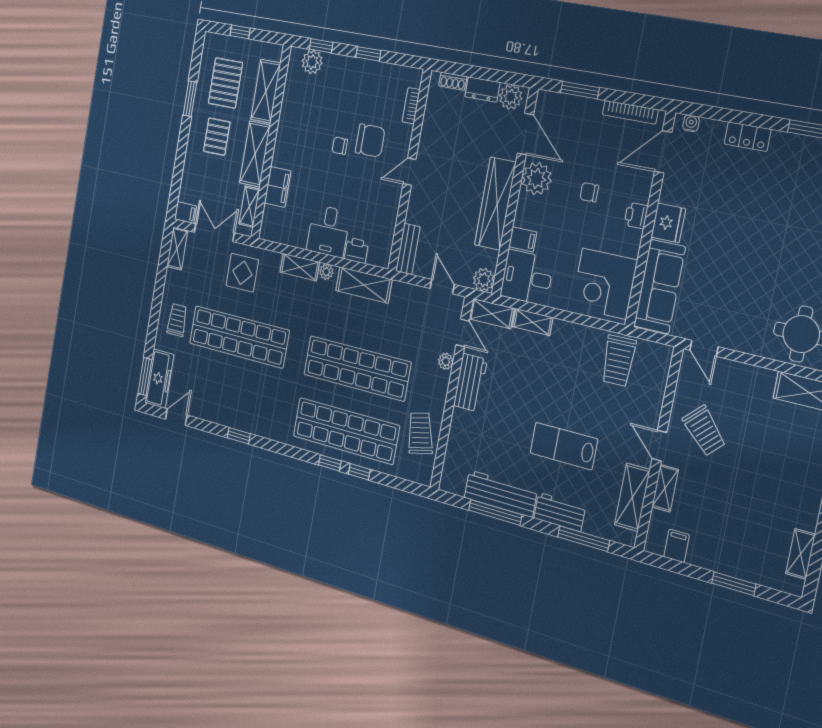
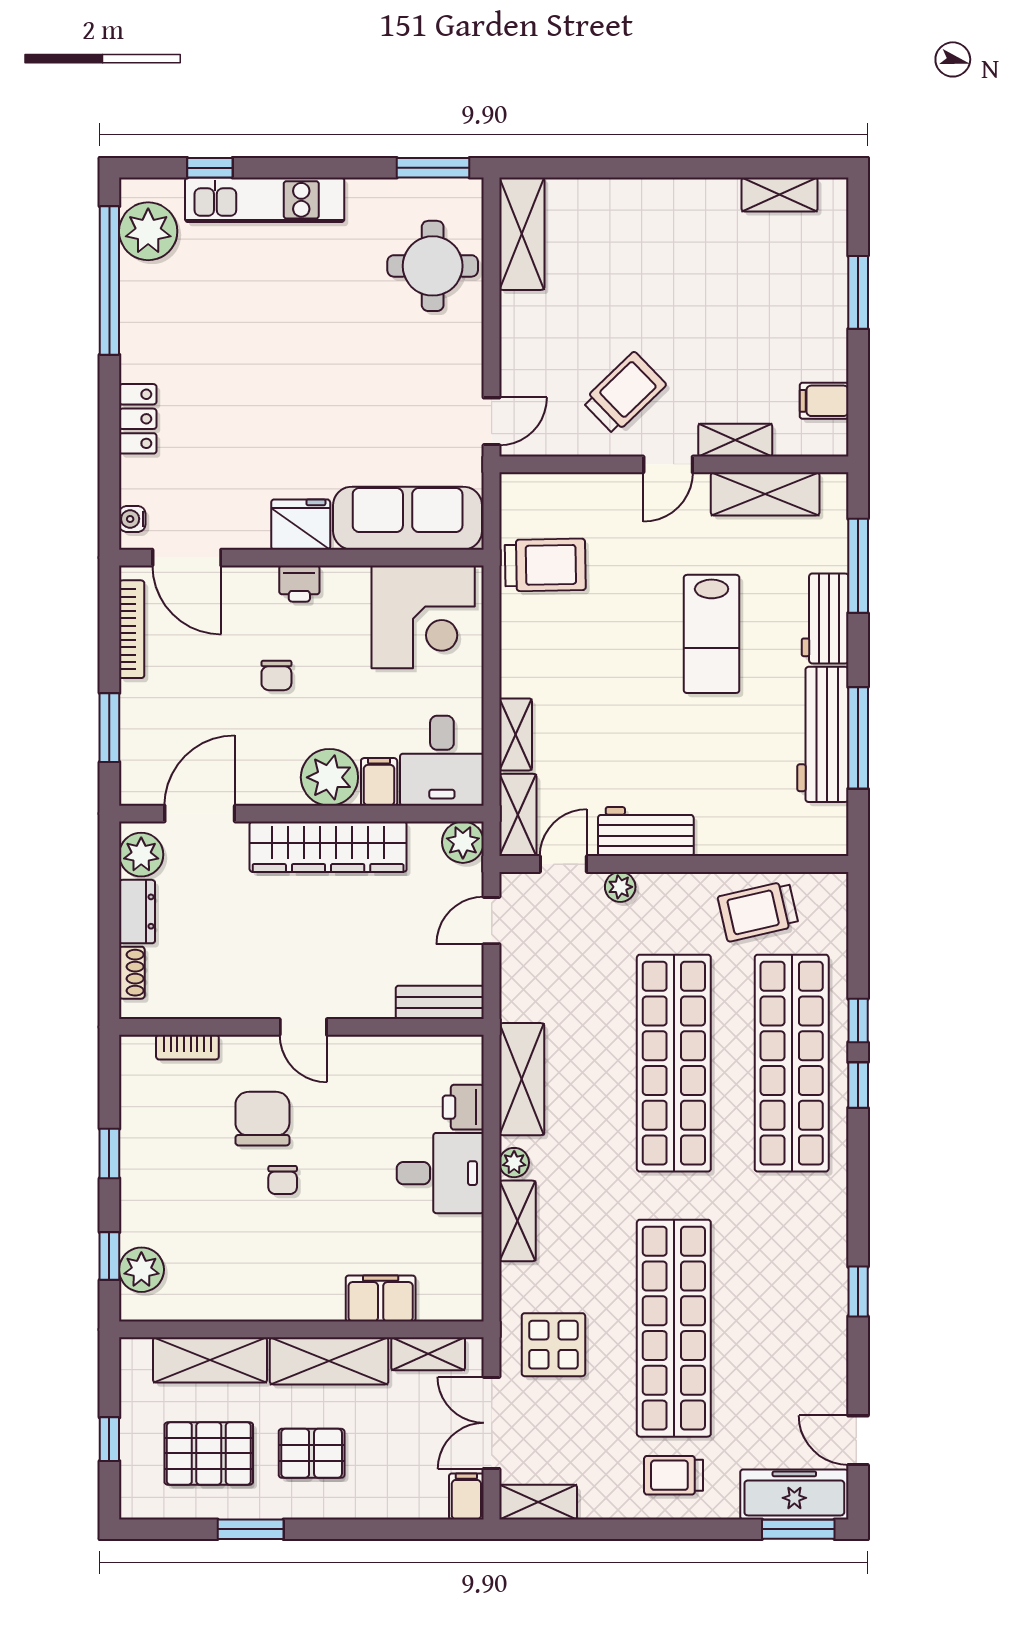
plant: (537, 179) -> (329, 777), moved

